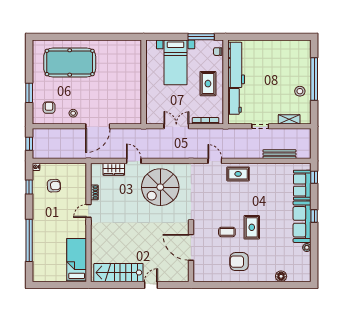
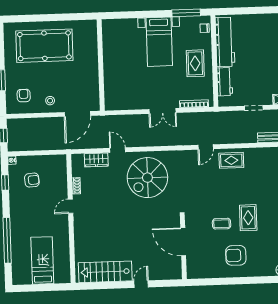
wall: (144, 82) -> (101, 65), moved
double door: (176, 126) -> (163, 111), swing flipped
door: (215, 161) -> (206, 147), swing flipped
bed: (77, 260) -> (42, 260), moved

